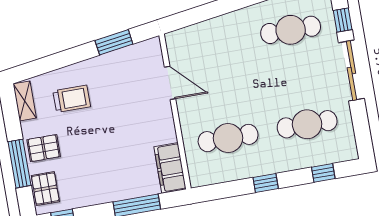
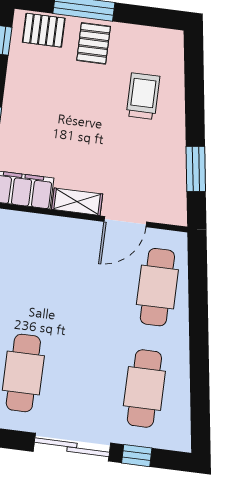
trolley: (72, 99) -> (143, 96), turned 180
shelving: (25, 101) -> (77, 202), moved
cafe table: (228, 138) -> (157, 287), moved

